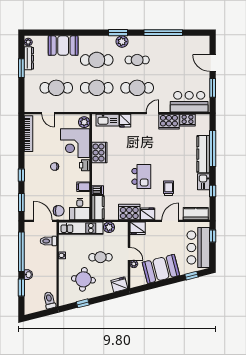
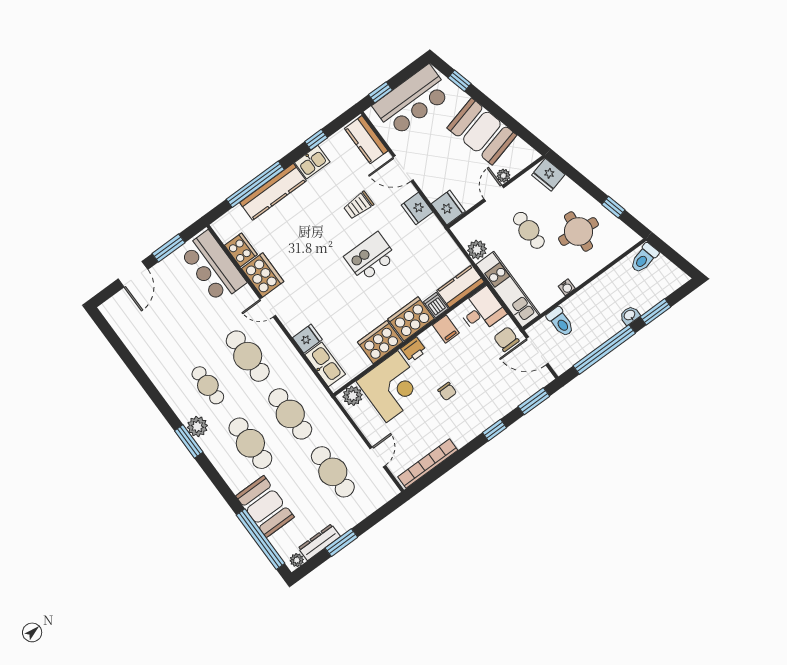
window: (163, 33) -> (261, 539), moved
cooker: (129, 212) -> (411, 319), moved, turned 90
door: (43, 221) -> (537, 351), hinge flipped

